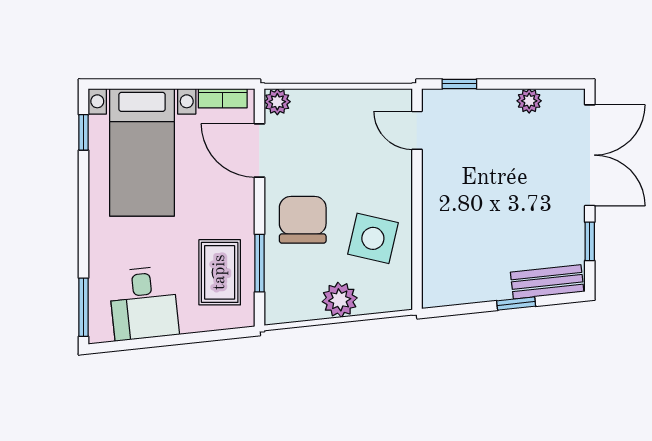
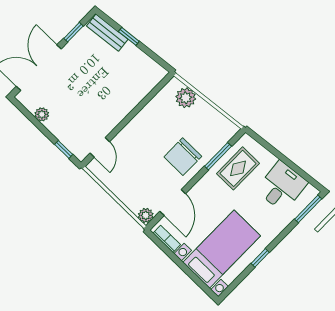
window: (83, 132) -> (260, 258), moved
side table: (373, 238) -> (161, 121), removed
plant: (340, 300) -> (186, 98), moved

